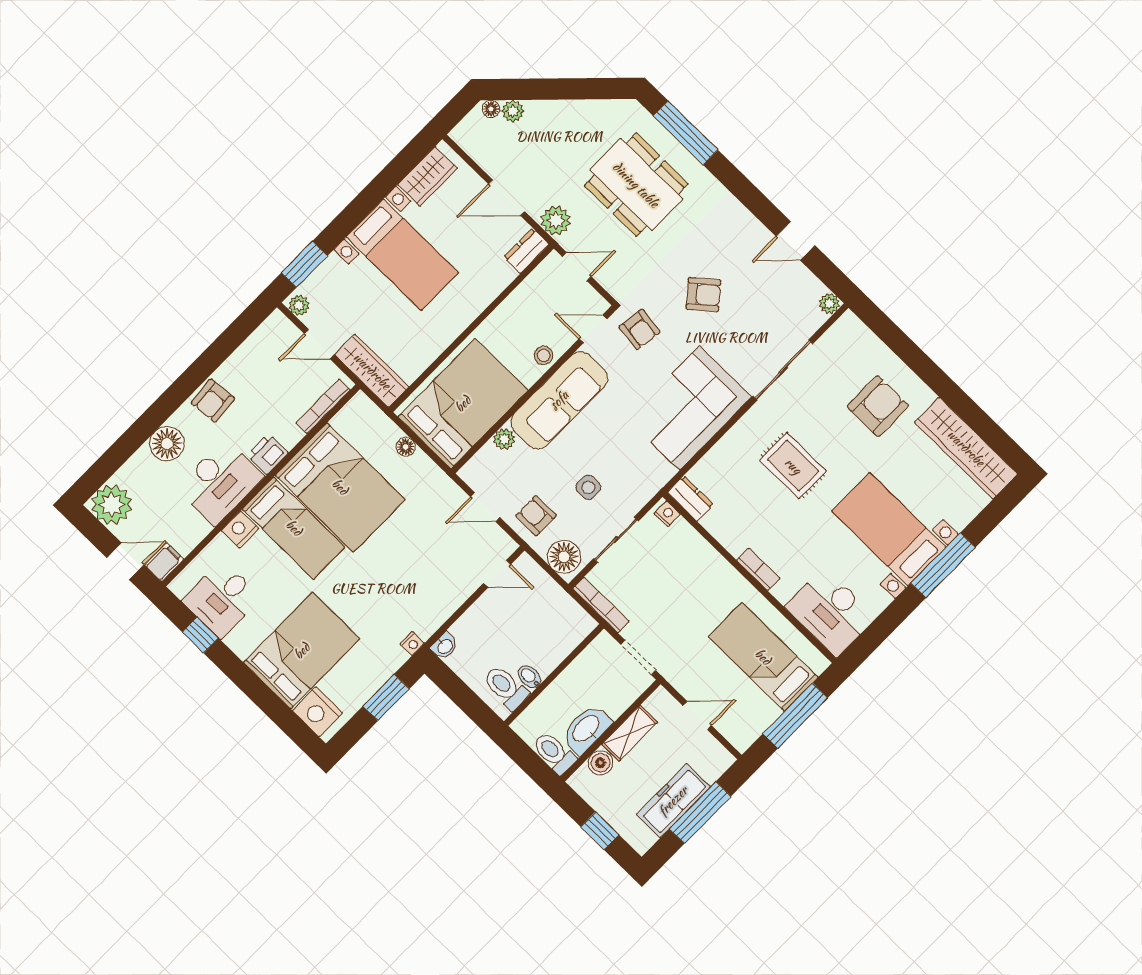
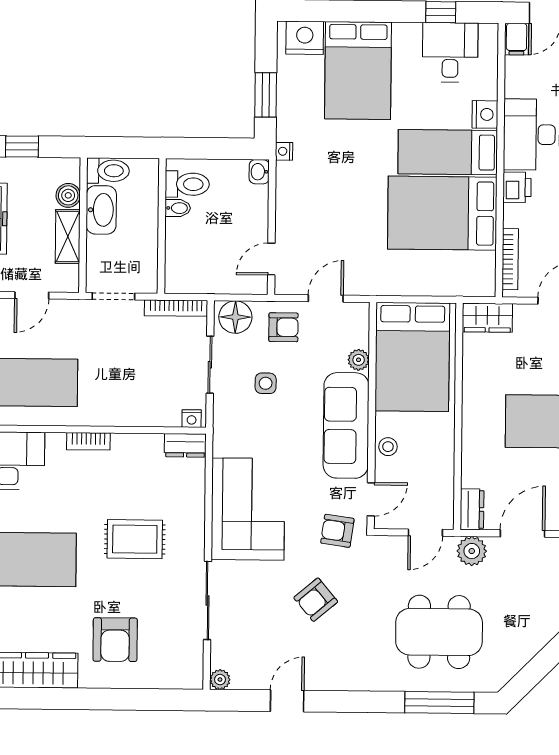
wardrobe: (372, 371) -> (487, 318), width x0.67
floor lamp: (406, 447) -> (424, 287), removed

